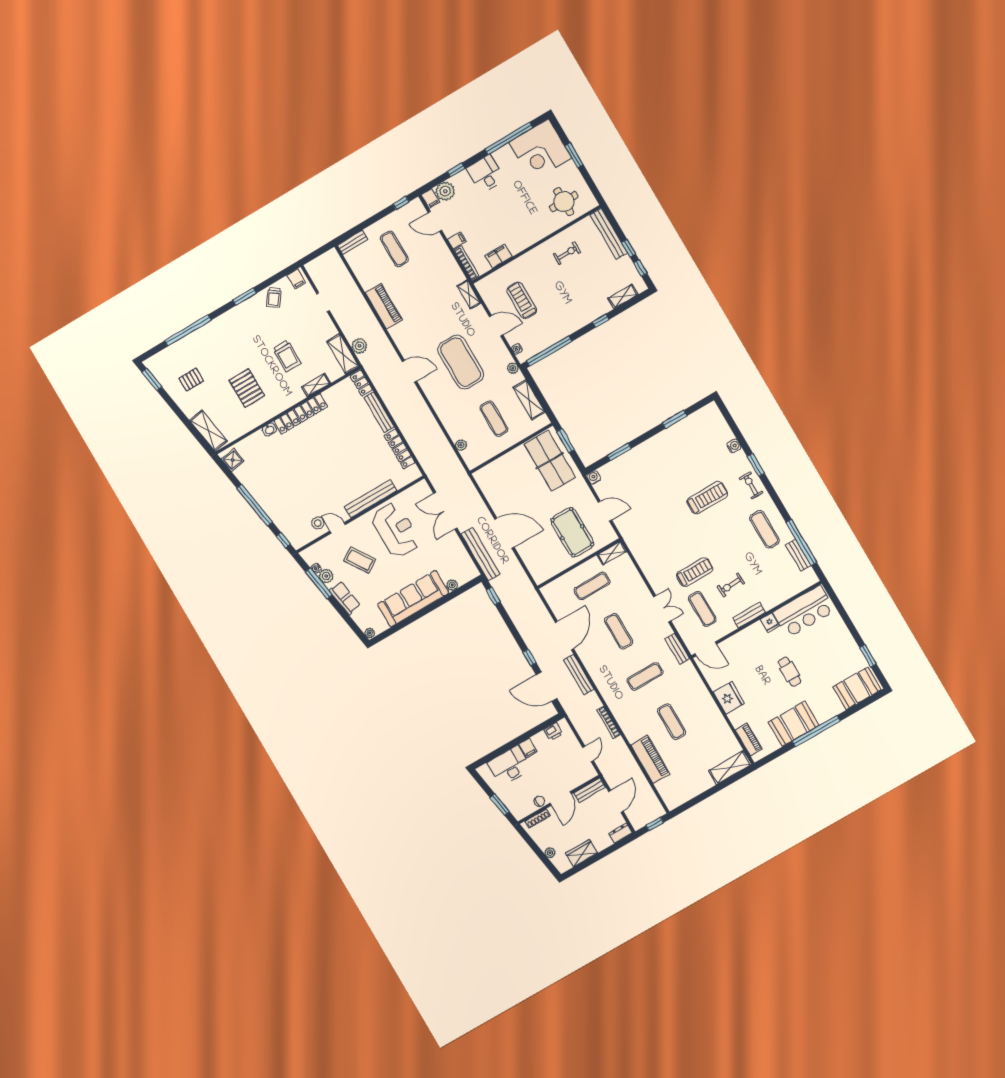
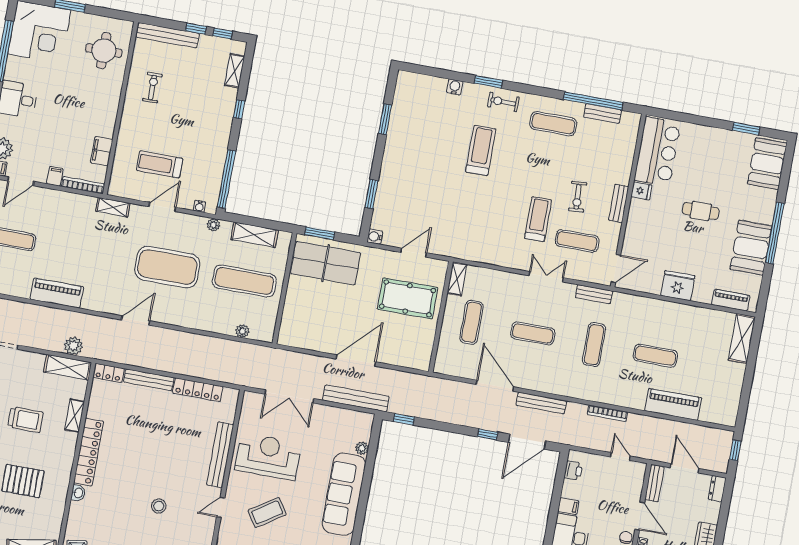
exercise mat: (494, 419) -> (244, 281), width x1.36, depth x1.45
stool: (318, 523) -> (159, 506), moved

